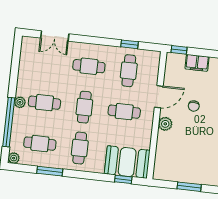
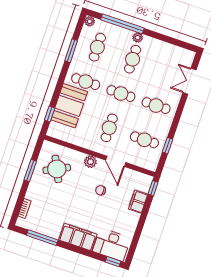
cafe table: (89, 66) -> (156, 106), turned 90
round table: (181, 158) -> (57, 169), added
booth: (127, 162) -> (69, 106), moved

